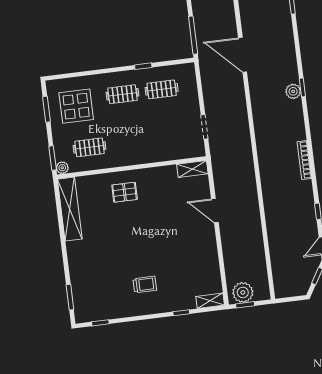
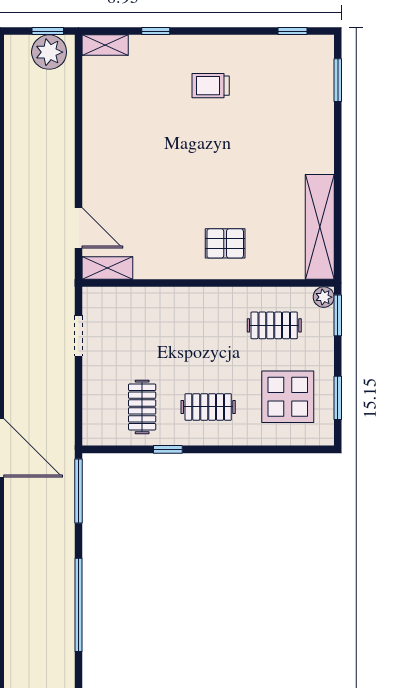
clothes rail: (162, 89) -> (142, 407), turned 90
door: (215, 211) -> (78, 228), moved

